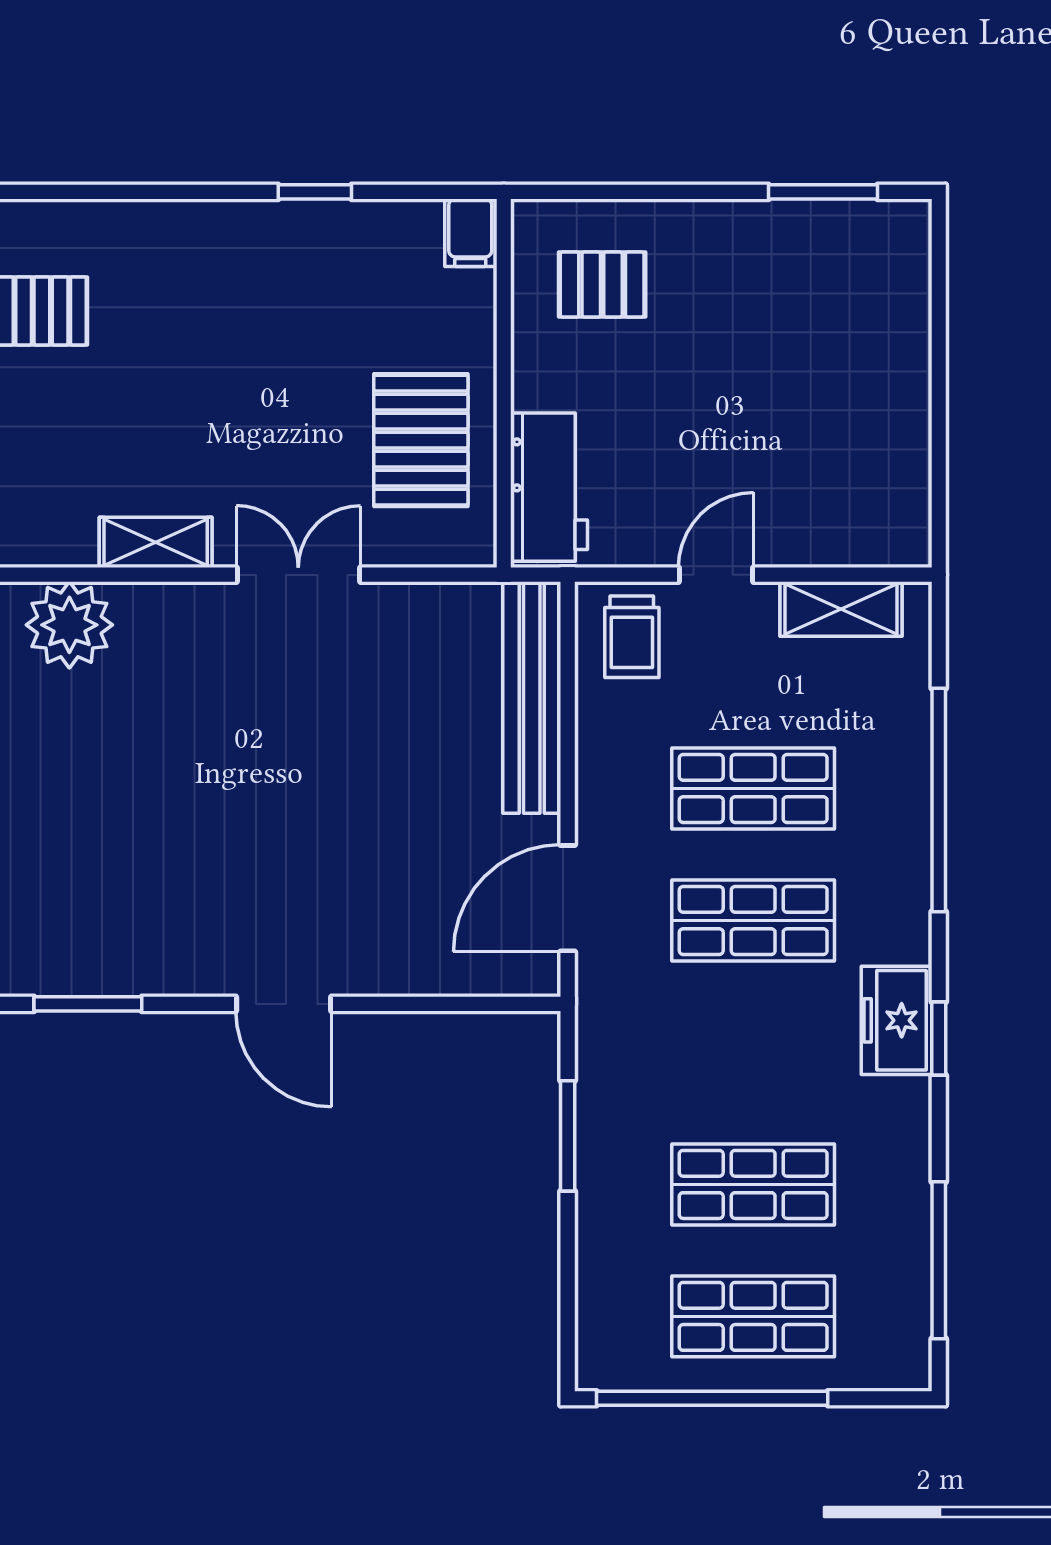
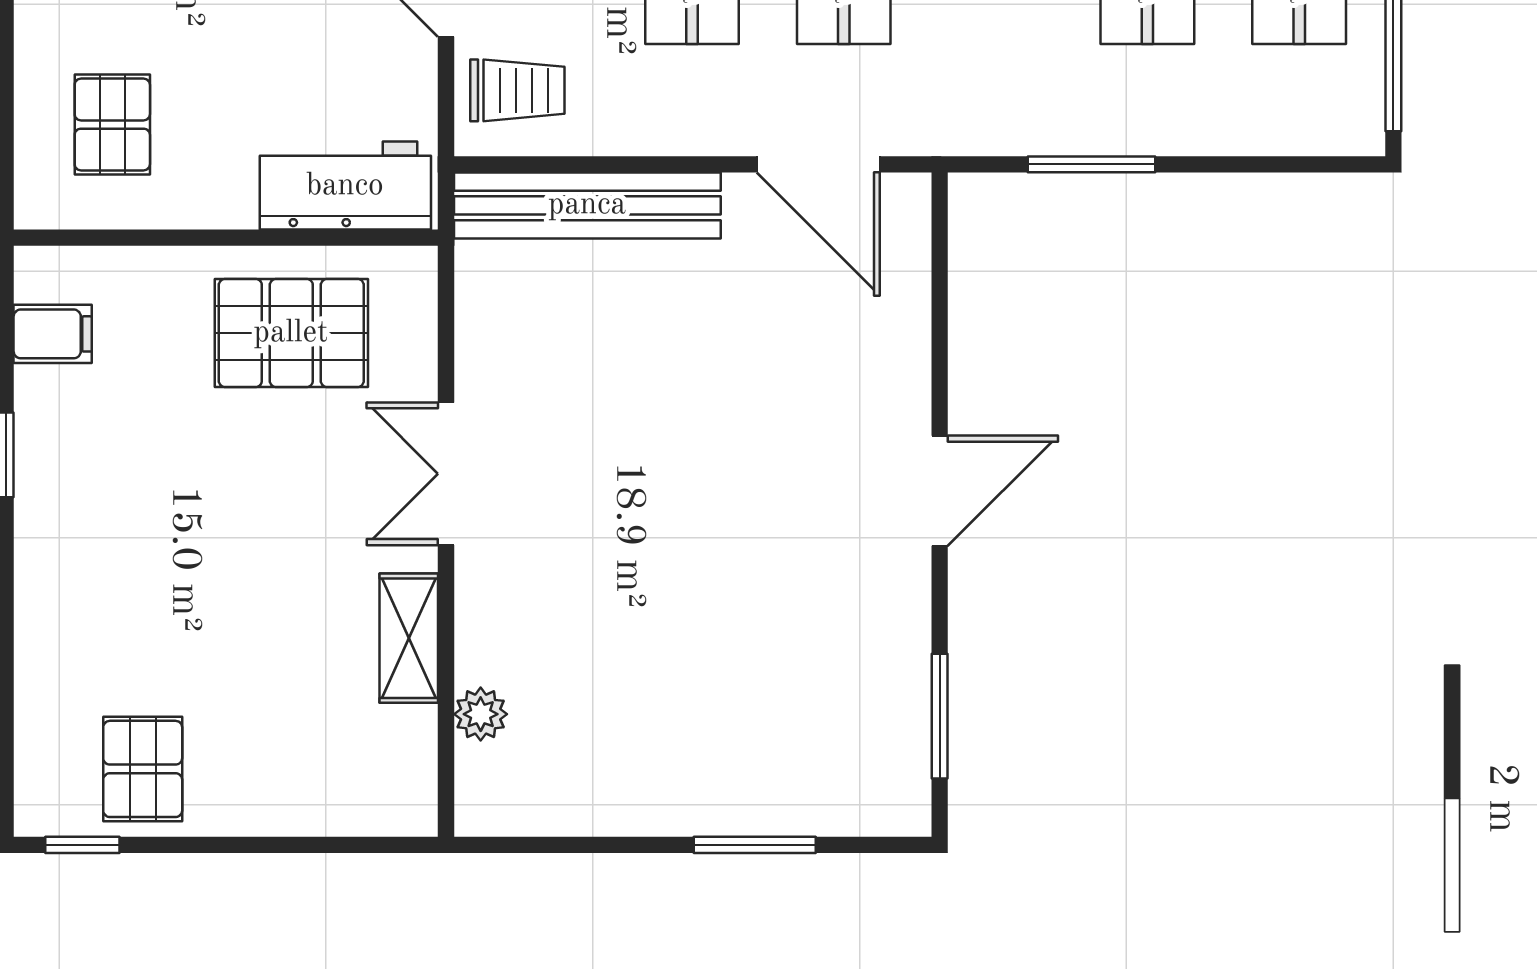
filing cabinet: (470, 233) -> (53, 334), moved
plant: (69, 625) -> (481, 714), width x0.53, depth x0.53

